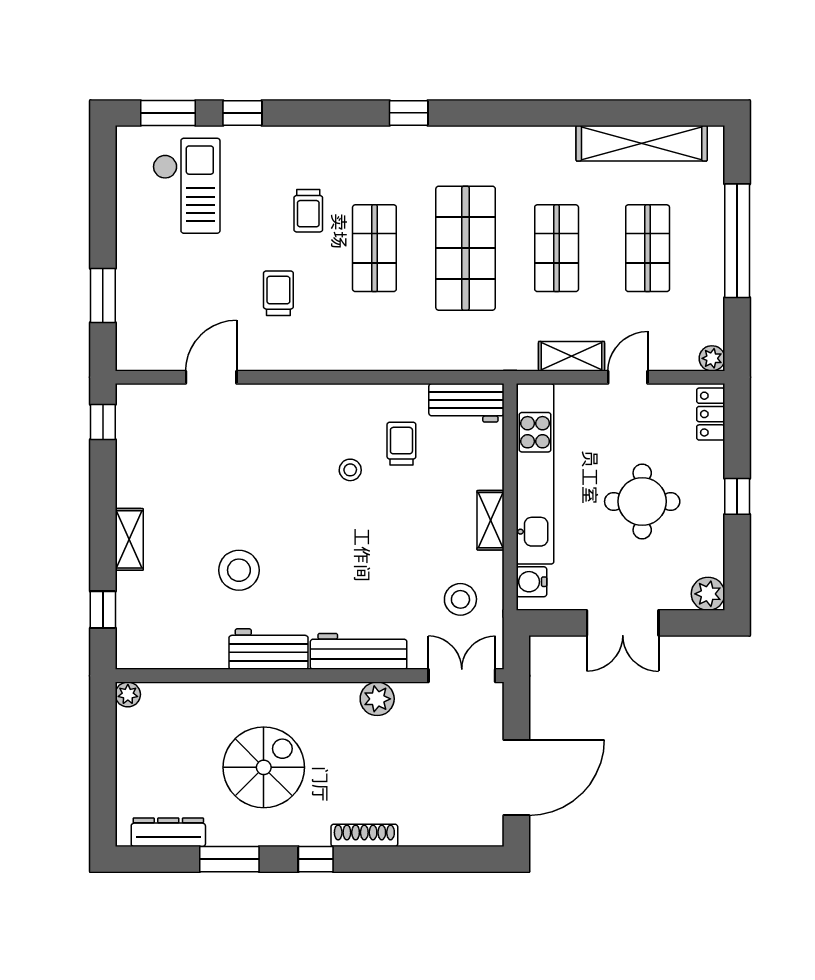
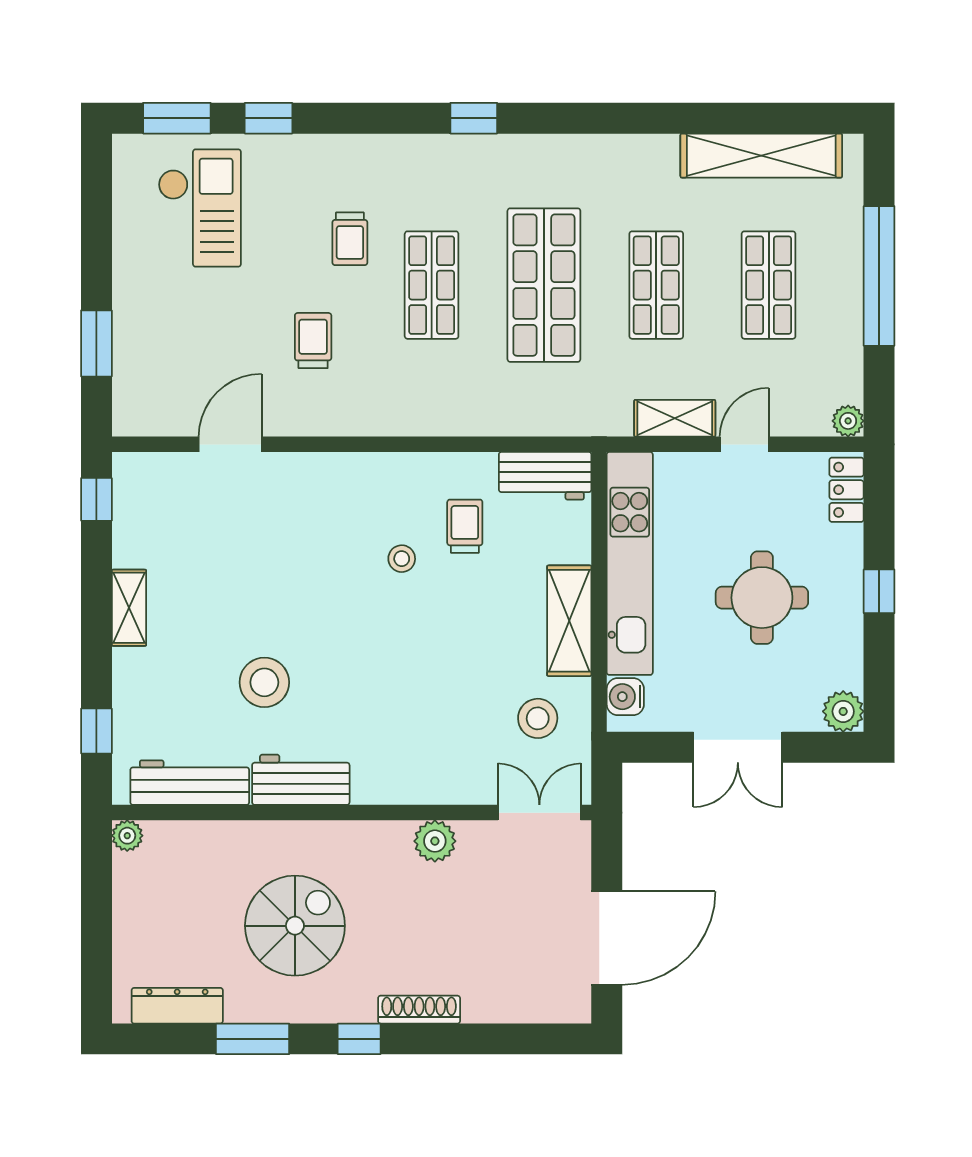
shelving: (490, 520) -> (569, 621), width x1.50, depth x1.33
shelving: (129, 539) -> (129, 608), moved
workbench: (359, 651) -> (190, 783), moved

